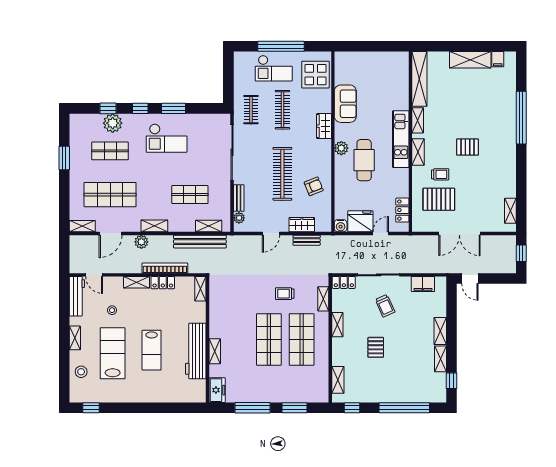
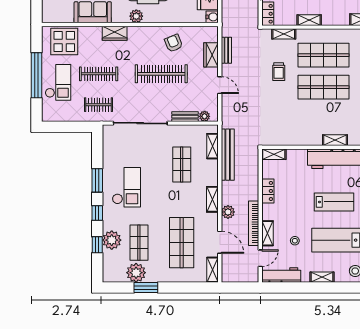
plant: (79, 148) -> (136, 273), added
bookcase: (165, 268) -> (254, 223), moved
shelving: (137, 282) -> (267, 233), moved

